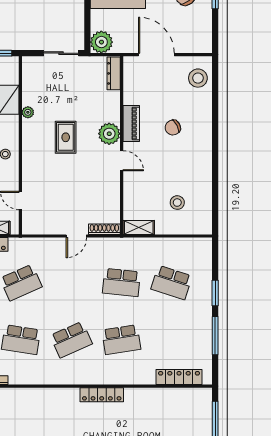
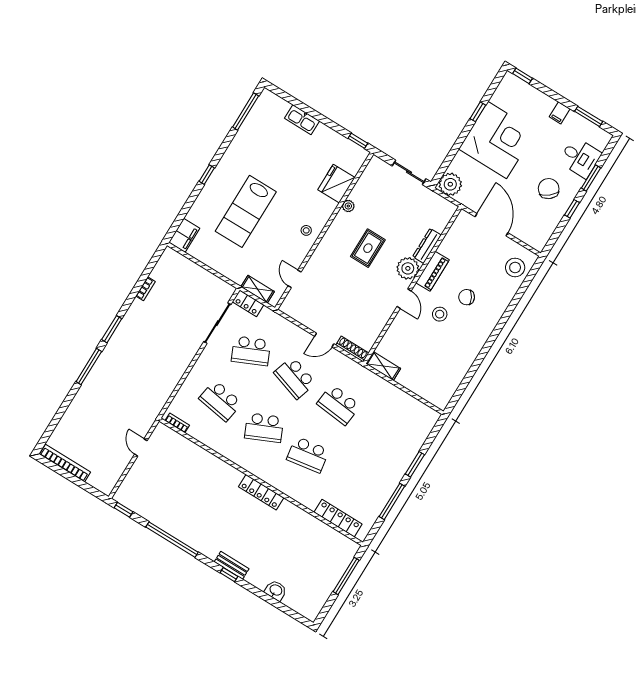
dresser: (114, 73) -> (427, 246), moved
stool: (177, 203) -> (440, 314), moved
school desk: (172, 282) -> (295, 378), moved

